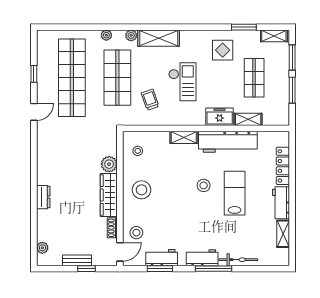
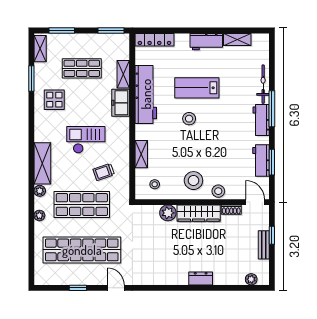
window: (292, 90) -> (111, 31), moved
shelving: (184, 137) -> (141, 154), moved
locker: (283, 166) -> (154, 40), moved
stool: (136, 233) -> (218, 191), moved

